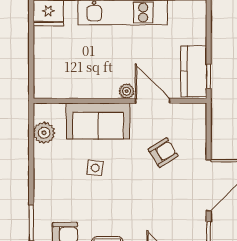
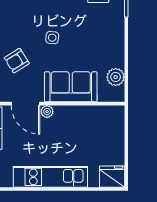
side table: (95, 168) -> (52, 38), moved

